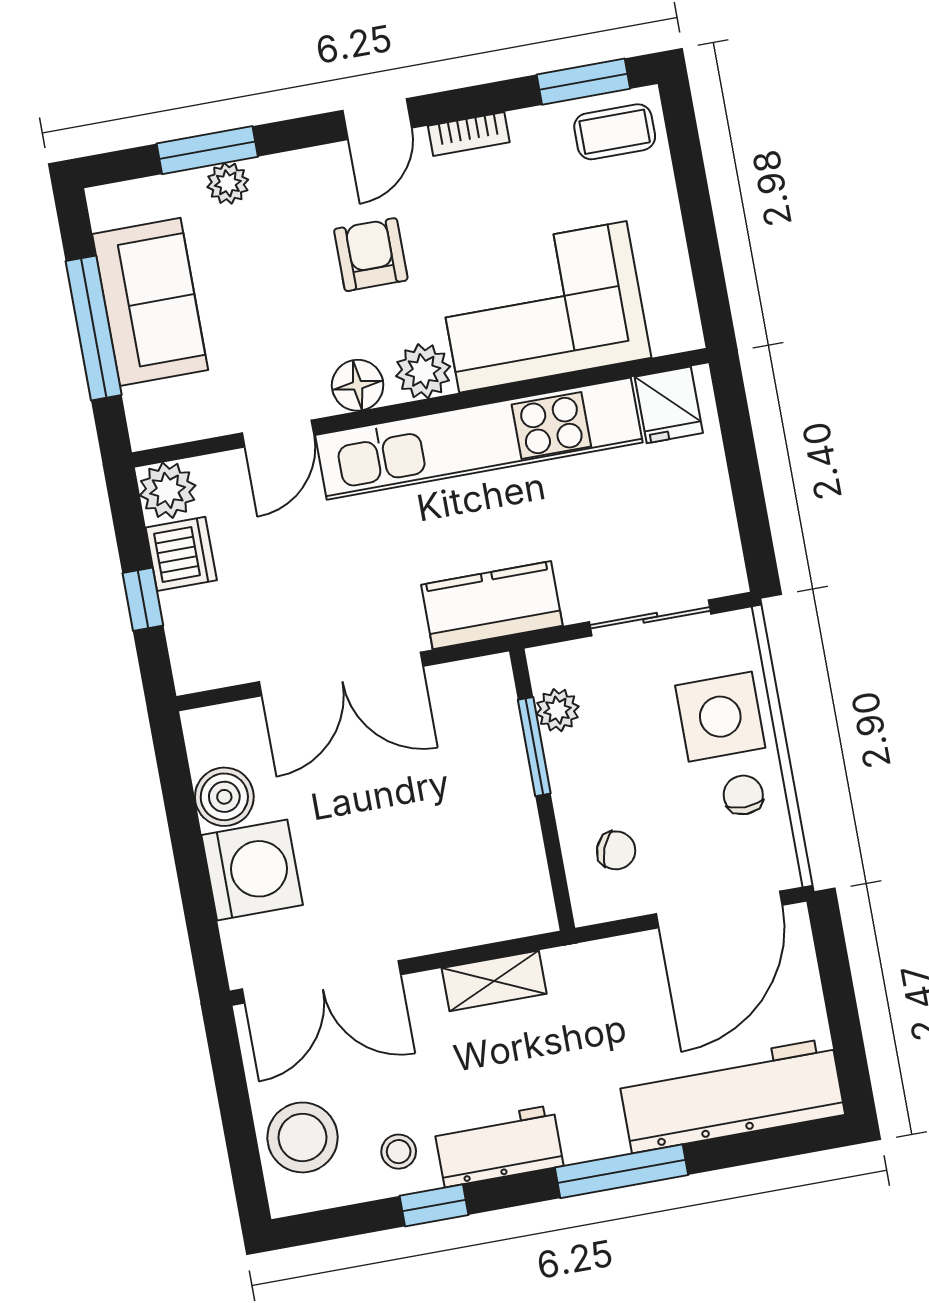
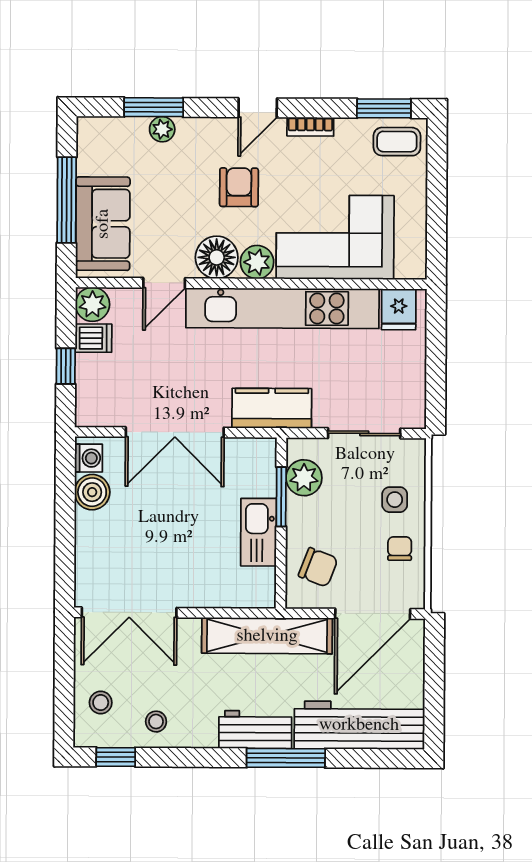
sofa: (150, 302) -> (103, 224), moved
floor lamp: (358, 385) -> (217, 257), width x1.38, depth x1.38
dishwasher: (181, 554) -> (94, 338), width x0.73
plant: (558, 710) -> (304, 478), width x1.38, depth x1.38
side table: (720, 717) -> (395, 500), width x0.54, depth x0.54
kitchen sink: (508, 811) -> (259, 532), added
chair: (616, 850) -> (318, 567), width x1.37, depth x1.37
washing machine: (252, 870) -> (89, 458), moved, width x0.53, depth x0.53
shelving: (494, 981) -> (267, 636), width x2.20, depth x1.33
stool: (303, 1137) -> (101, 703), width x0.53, depth x0.53
workbench: (499, 1146) -> (255, 730), moved
window: (434, 1205) -> (116, 757), moved

